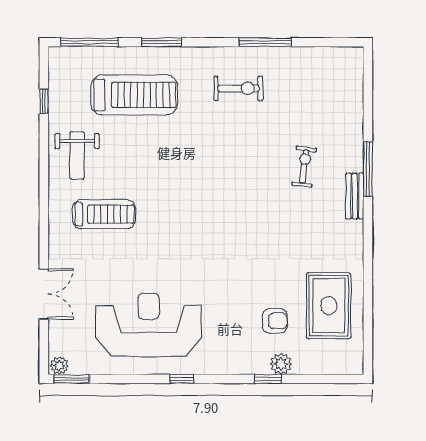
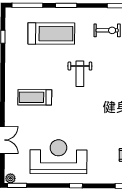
weight bench: (77, 155) -> (80, 74), moved
treadmill: (104, 214) -> (35, 97), turned 180

